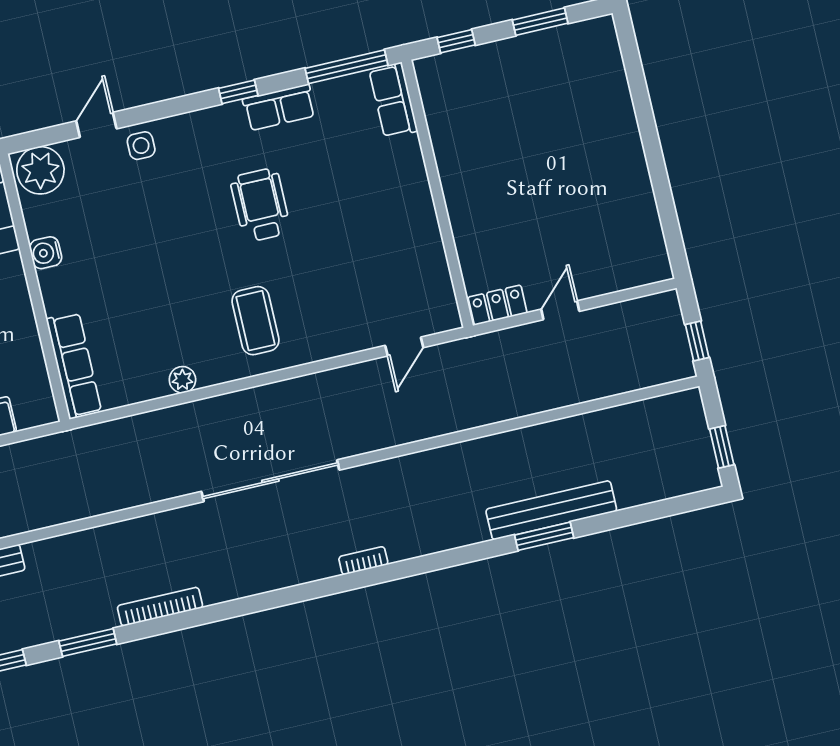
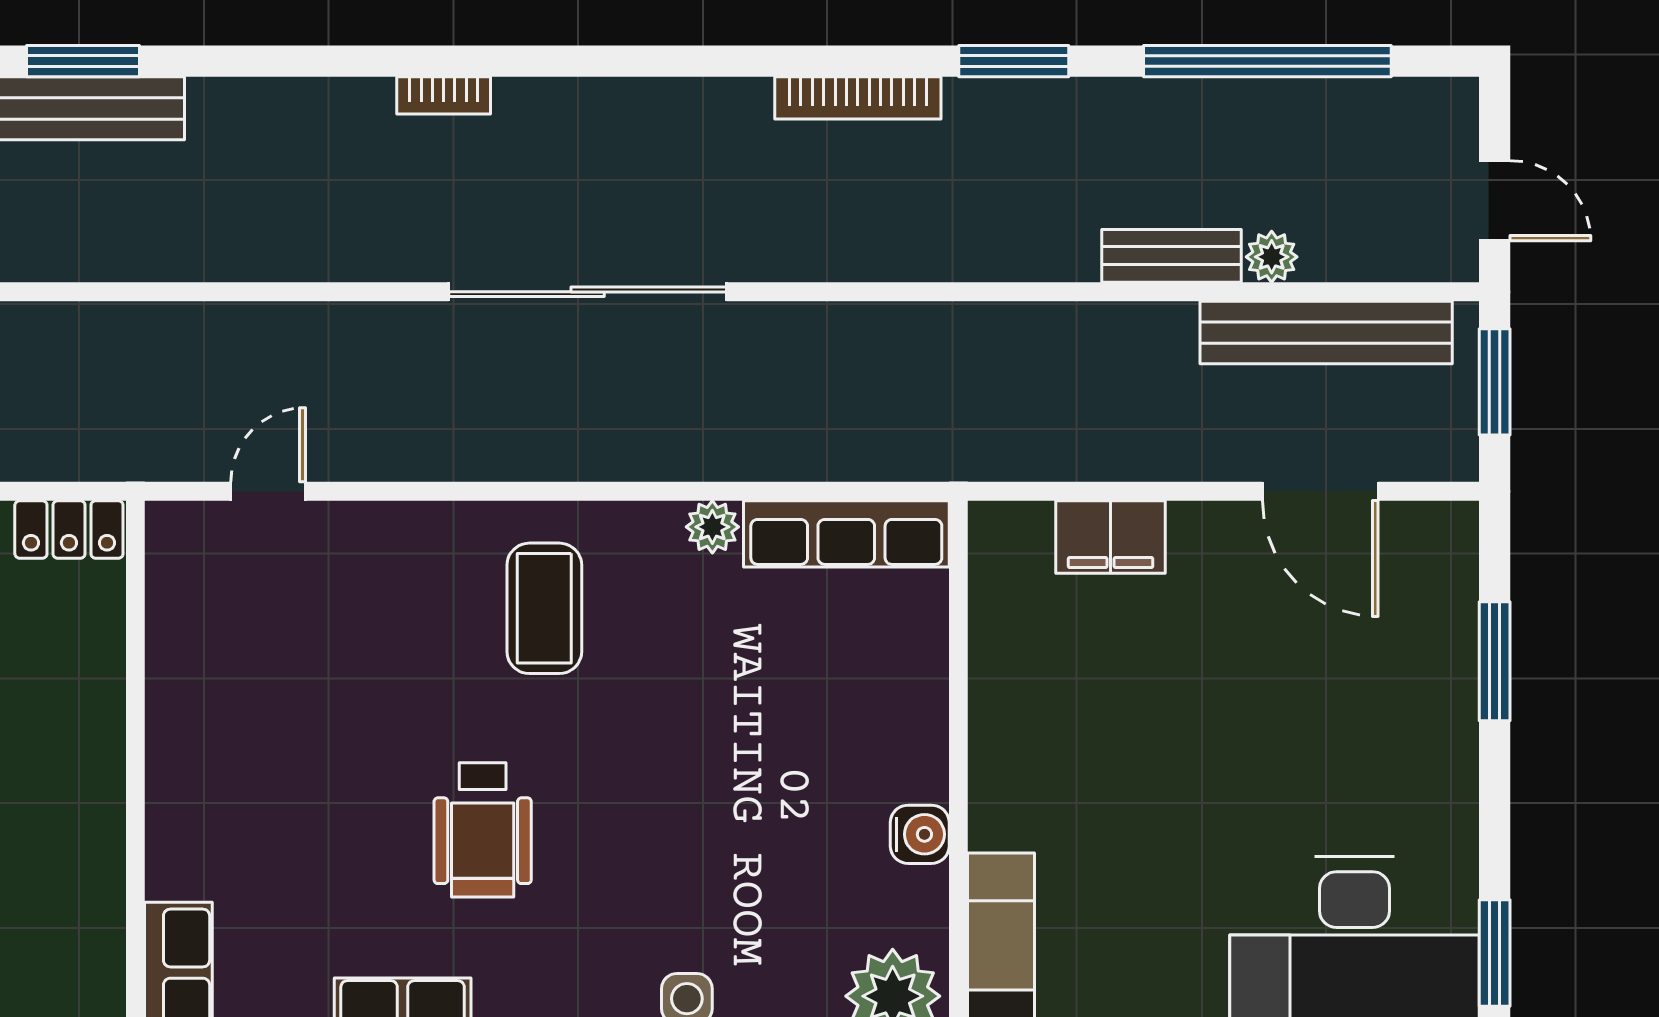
row of seats: (74, 365) -> (846, 534), moved, turned -90

